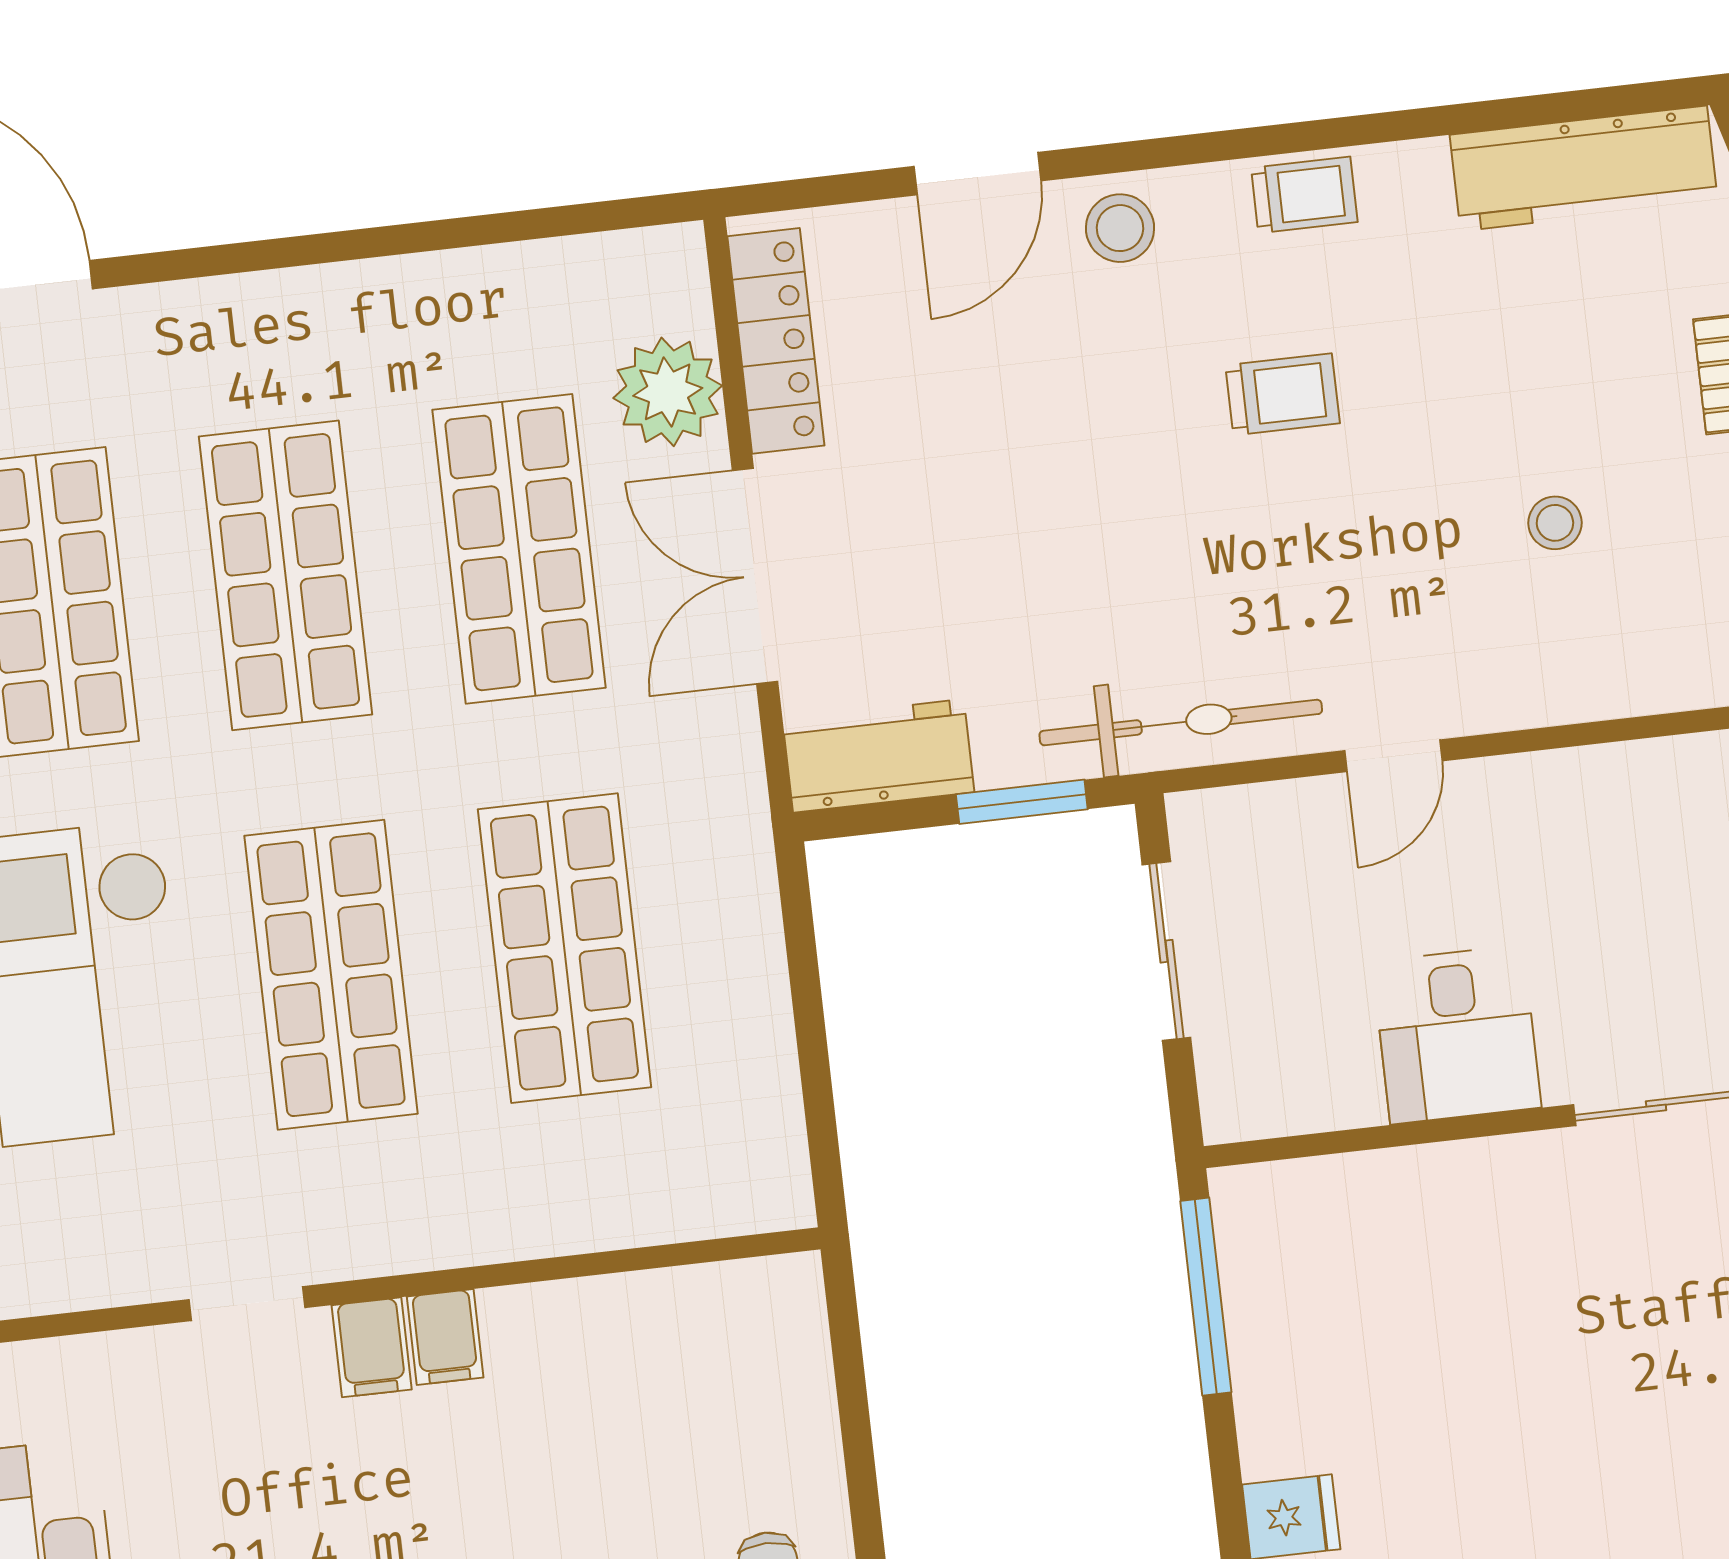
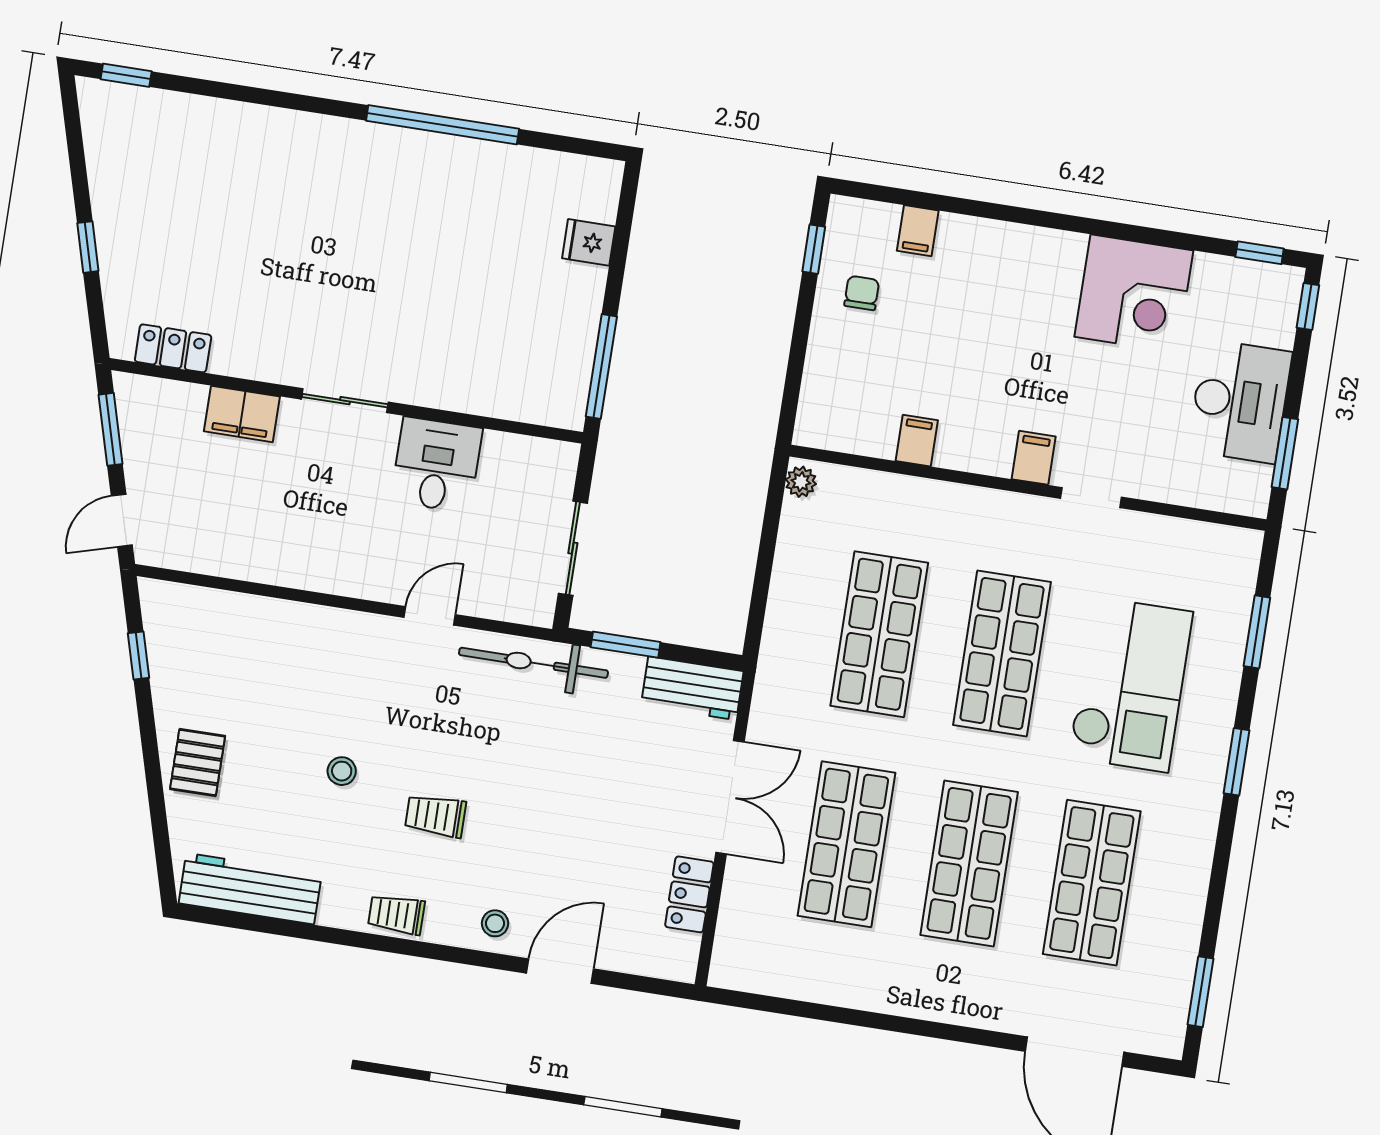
stool: (1120, 228) -> (495, 923), width x0.73, depth x0.73
locker: (776, 341) -> (689, 894), width x0.66
plant: (668, 392) -> (801, 482), moved, width x0.53, depth x0.53
stool: (1555, 523) -> (342, 771), moved
filing cabinet: (445, 1337) -> (917, 441), moved

